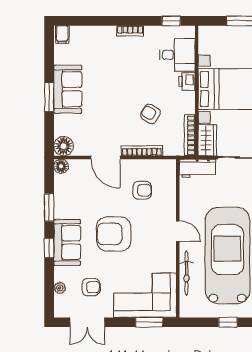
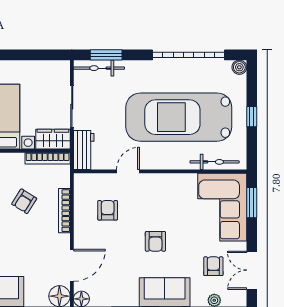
door: (106, 157) -> (72, 265), moved
door: (178, 231) -> (128, 171), moved
armchair: (114, 234) -> (155, 241), width x0.53, depth x0.53
bicycle: (186, 273) -> (215, 162), moved
double door: (87, 322) -> (252, 270), swing flipped

